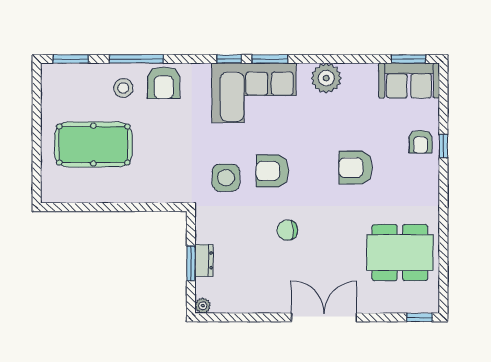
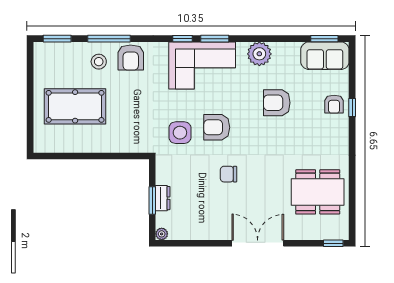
armchair: (356, 168) -> (277, 103), moved

